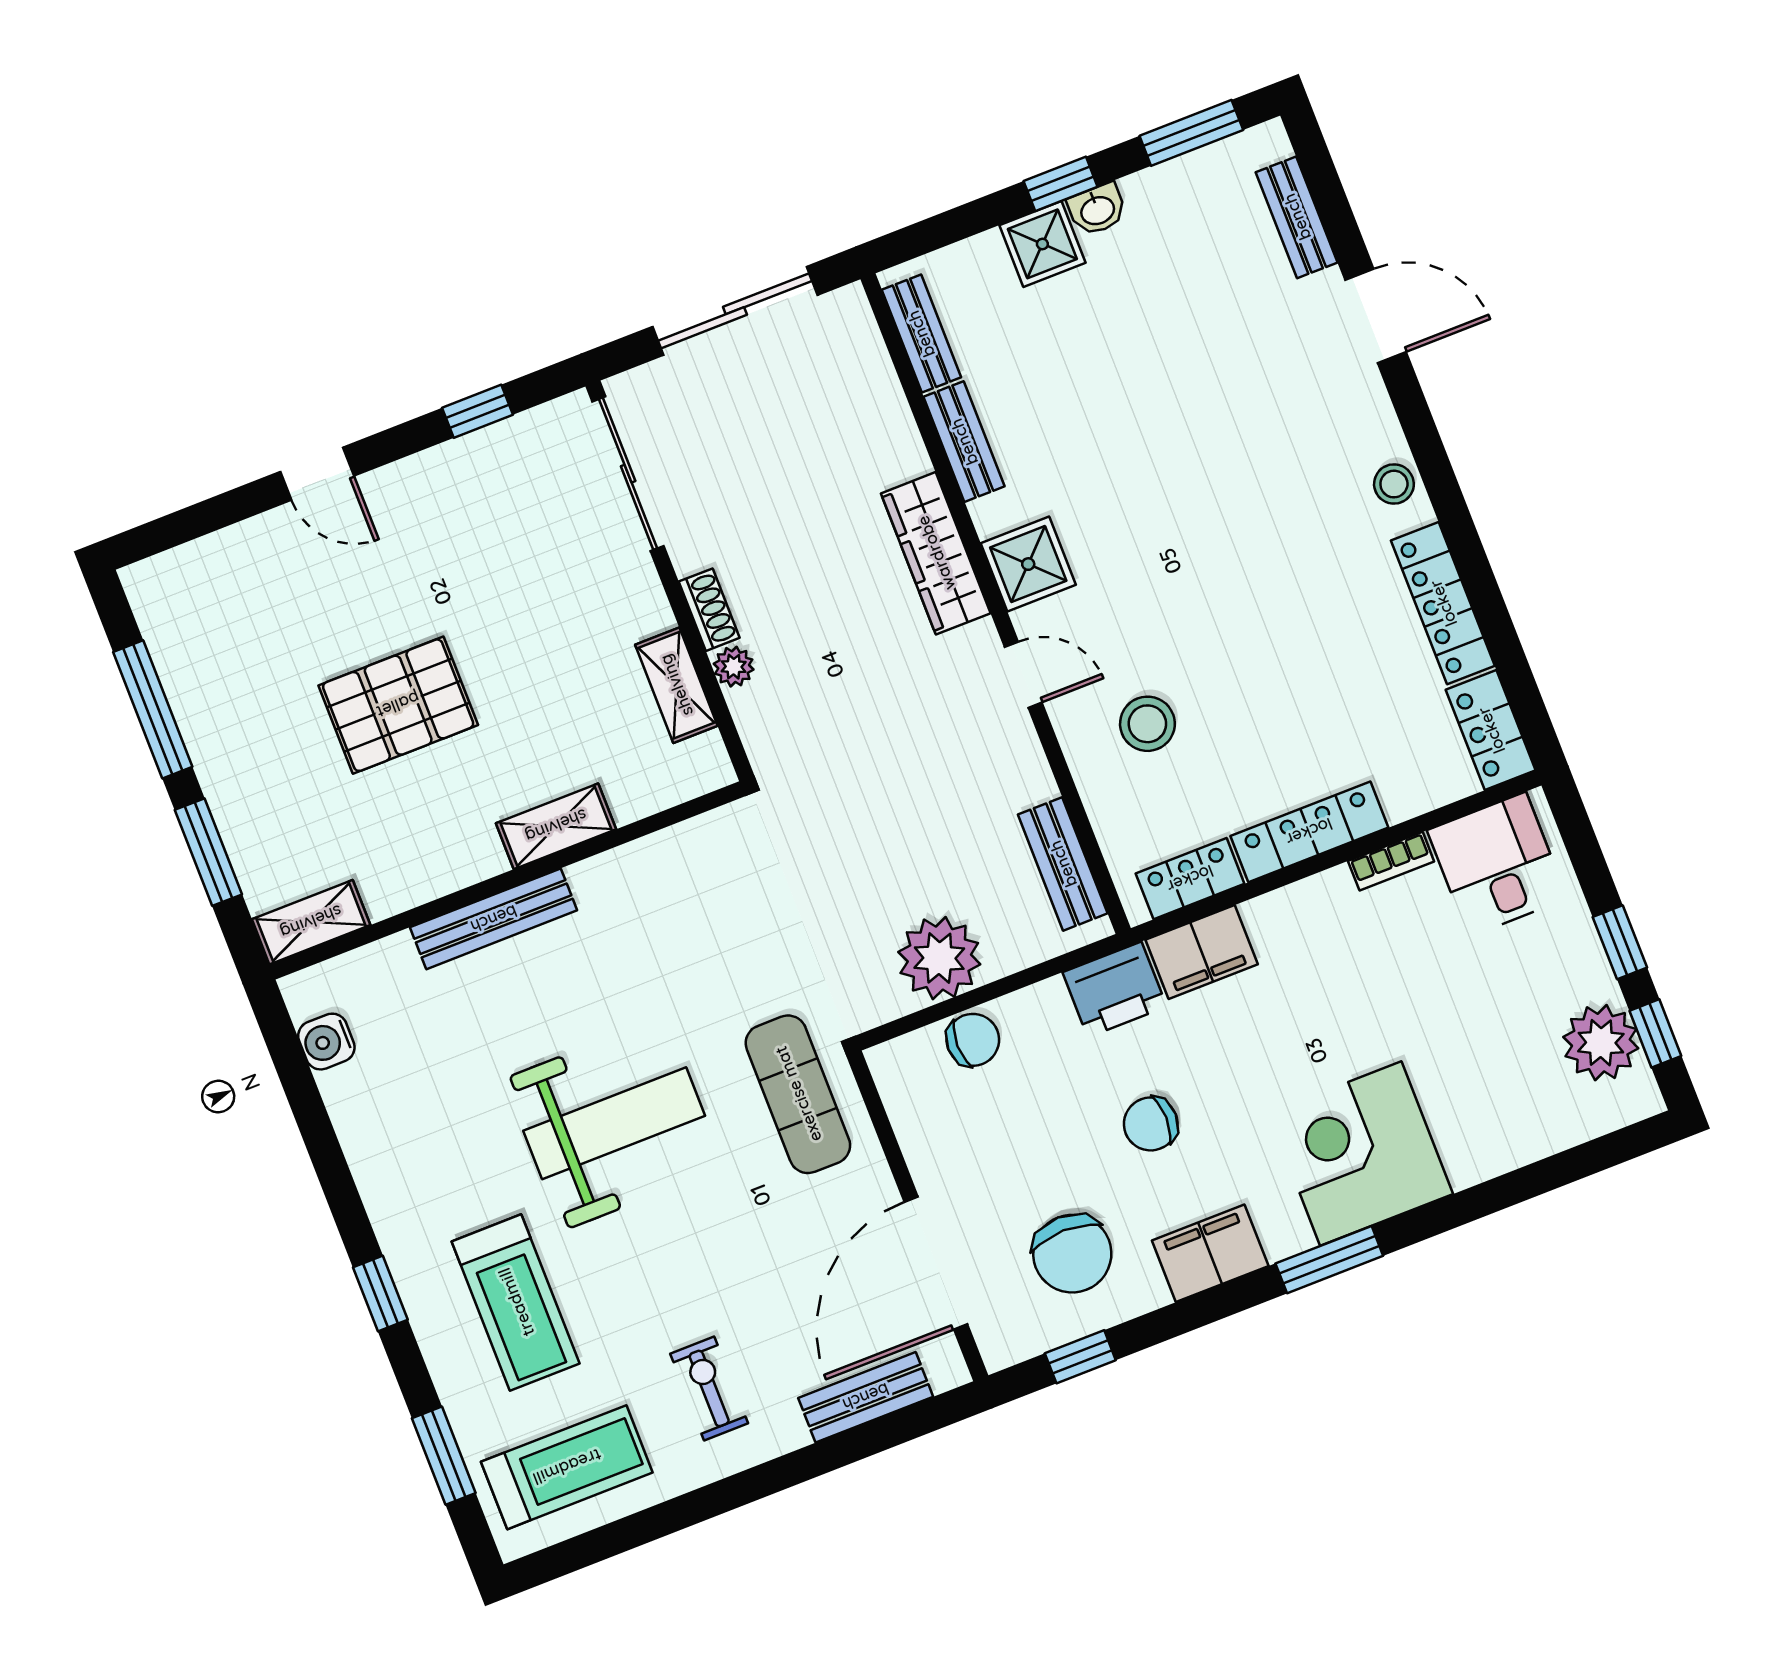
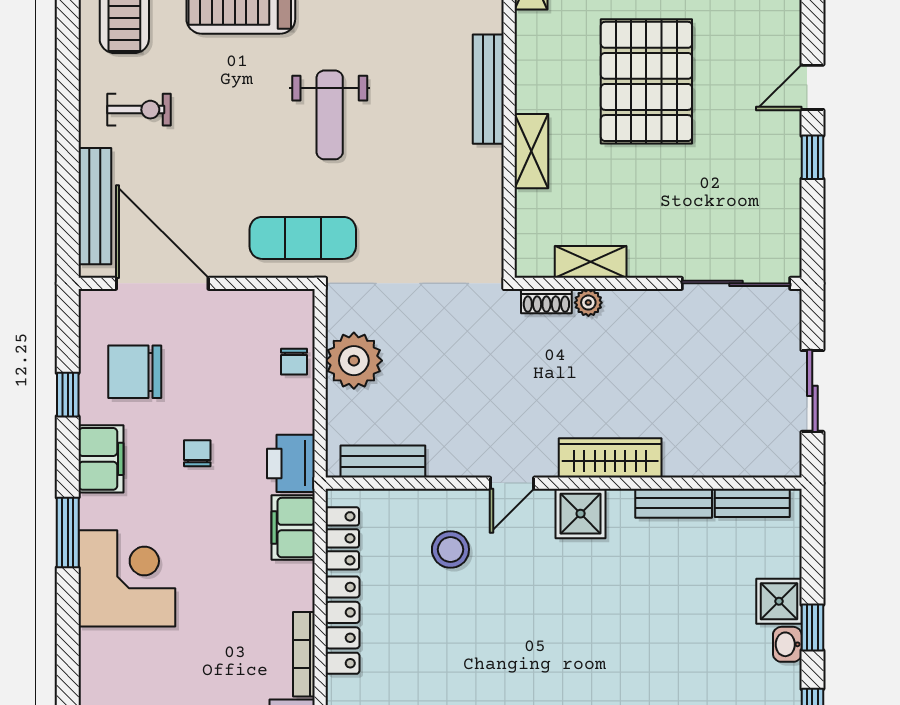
sliding door: (735, 311) -> (812, 391), width x0.73
window: (477, 411) -> (812, 157), moved
shoe rack: (709, 610) -> (546, 301), moved
pallet: (398, 705) -> (646, 81), width x1.37, depth x1.41
bookcase: (1391, 861) -> (304, 654), width x1.56
chair: (973, 1040) -> (294, 362), width x0.73, depth x0.73
weight bench: (614, 1123) -> (330, 115), width x0.73, depth x0.75
chair: (1151, 1124) -> (197, 453), width x0.73, depth x0.73
window: (1080, 1357) -> (68, 395), moved
bench: (866, 1397) -> (95, 206), width x1.36

